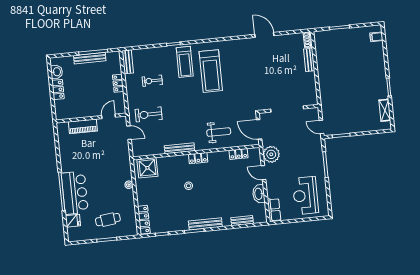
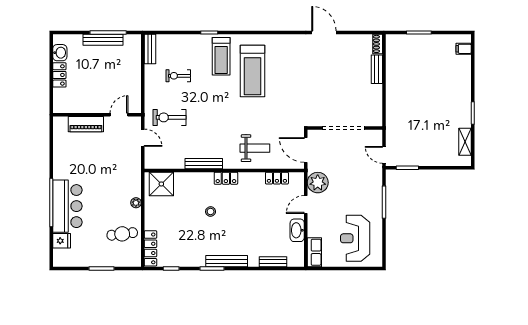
locker: (118, 83) -> (135, 75), removed
door: (264, 173) -> (306, 205), hinge flipped
cafe table: (108, 220) -> (122, 234), moved

